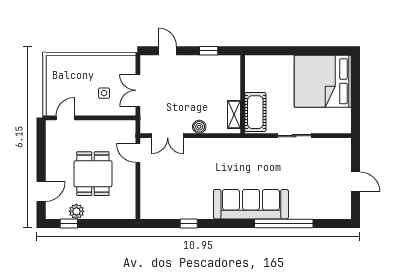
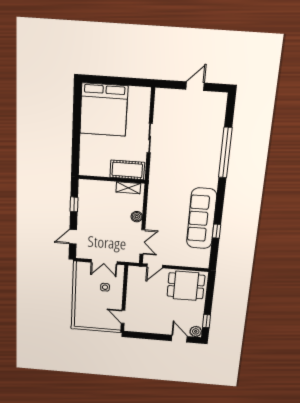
dining table: (93, 174) -> (186, 286), moved
sofa: (251, 204) -> (202, 219), moved
plant: (76, 211) -> (196, 331), moved

